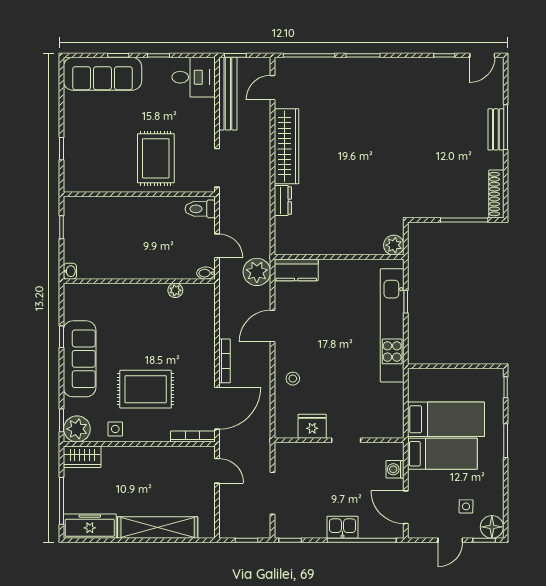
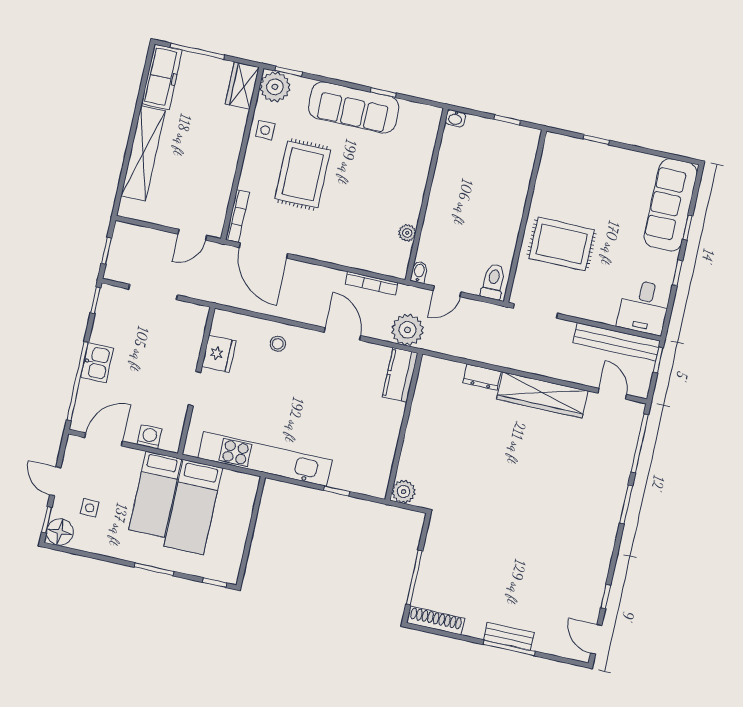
kitchen unit: (392, 325) -> (265, 459), moved
bookcase: (224, 361) -> (372, 283), moved

